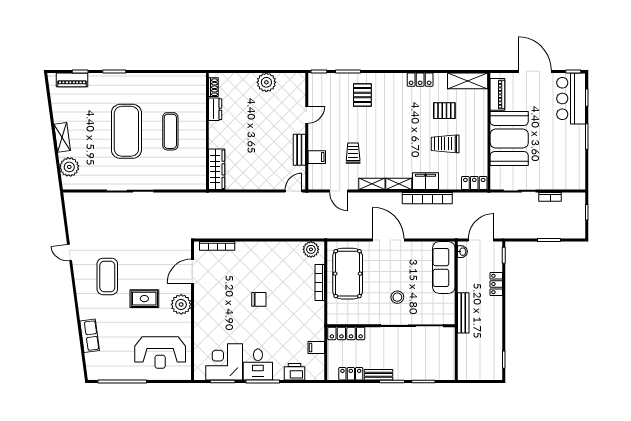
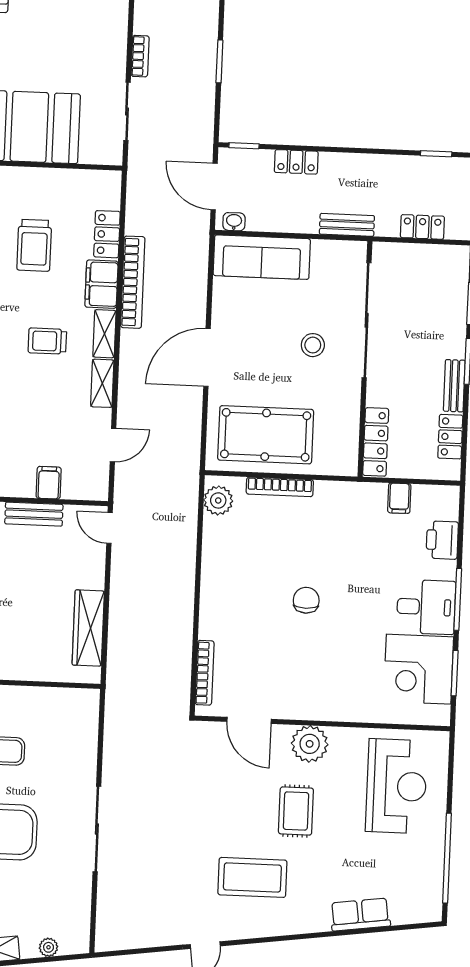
trolley: (353, 153) -> (47, 341), moved
plant: (69, 167) -> (49, 947), width x0.53, depth x0.53
wardrobe: (217, 169) -> (88, 628), moved, turned -90
locker: (474, 183) -> (107, 234), moved
bench: (463, 313) -> (347, 225), width x0.73
locker: (464, 354) -> (422, 227), added

